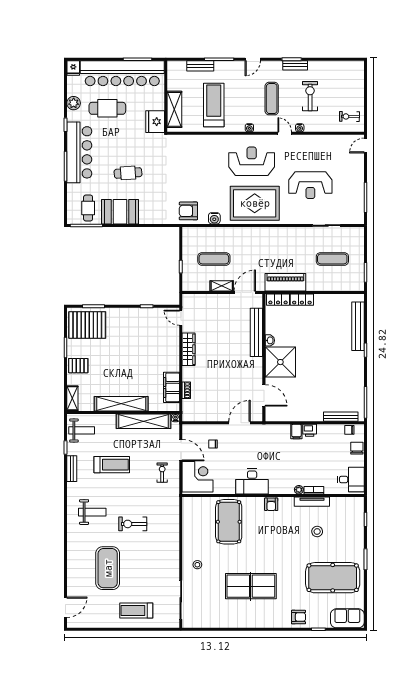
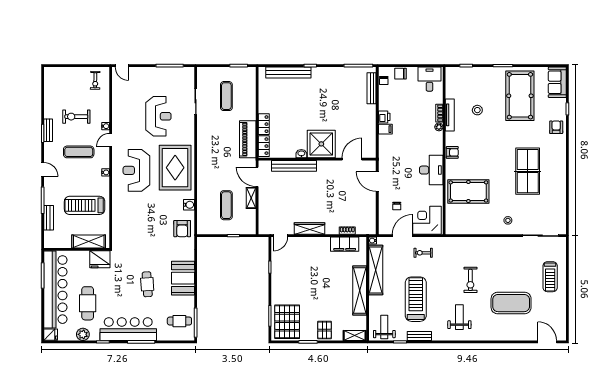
booth: (120, 212) -> (183, 278), moved
treadmill: (112, 465) -> (416, 299), width x1.37, depth x1.38

